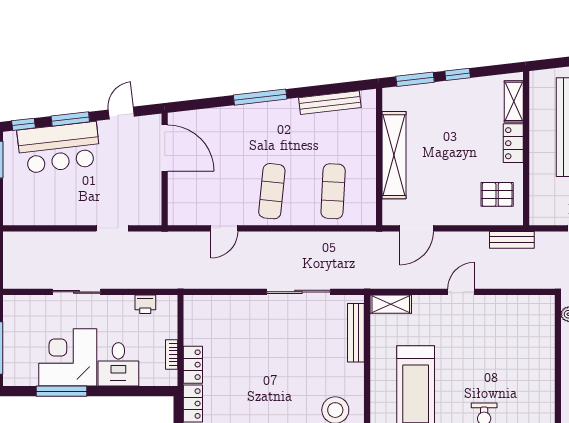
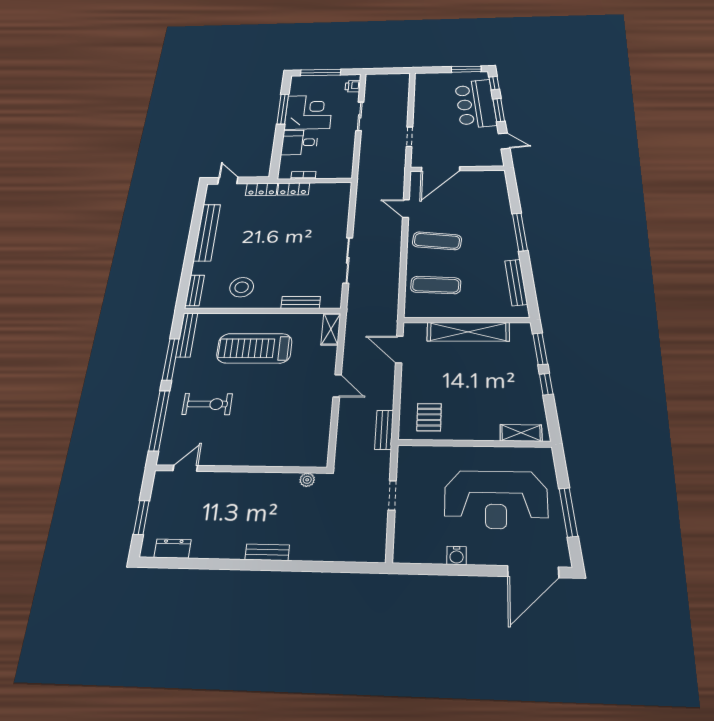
locker: (513, 143) -> (479, 432), removed
door: (165, 148) -> (441, 169), moved
printer: (145, 304) -> (353, 86), moved
bench: (356, 333) -> (301, 302), width x0.73

